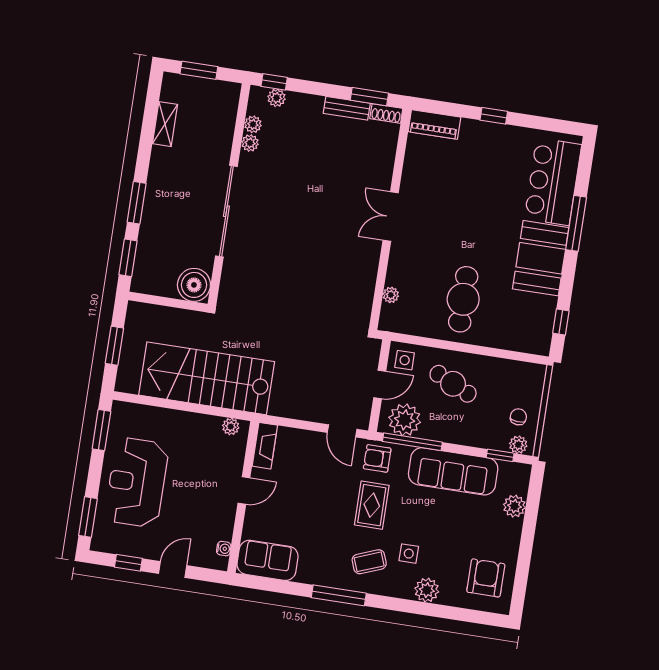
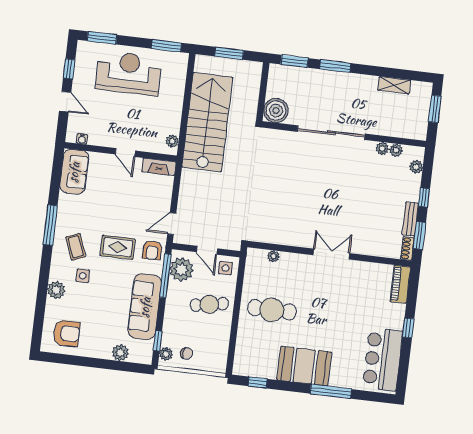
window: (274, 82) -> (424, 198), moved
bar counter: (553, 182) -> (383, 359), moved, turned -90
cafe table: (453, 384) -> (209, 304), turned 55
armchair: (377, 458) -> (152, 250), turned 180

